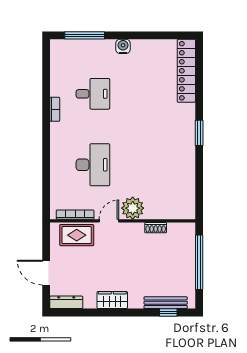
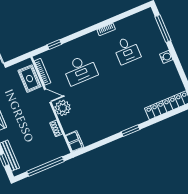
window: (46, 184) -> (54, 44), added
filing cabinet: (182, 211) -> (75, 141), added

